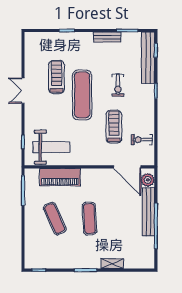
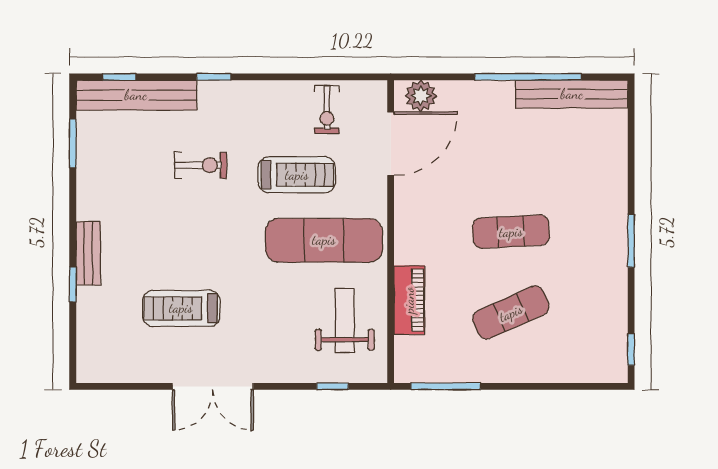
bench: (107, 37) -> (88, 253), moved
double door: (23, 91) -> (213, 386), width x1.37
exercise mat: (82, 95) -> (324, 240), moved
treadmill: (114, 127) -> (297, 175), turned 180
weight bench: (51, 147) -> (345, 320), width x0.73, depth x0.75
piano: (60, 177) -> (409, 300), width x0.73, depth x0.75
bench: (148, 212) -> (572, 94), moved
shelving: (112, 264) -> (616, 178), removed

